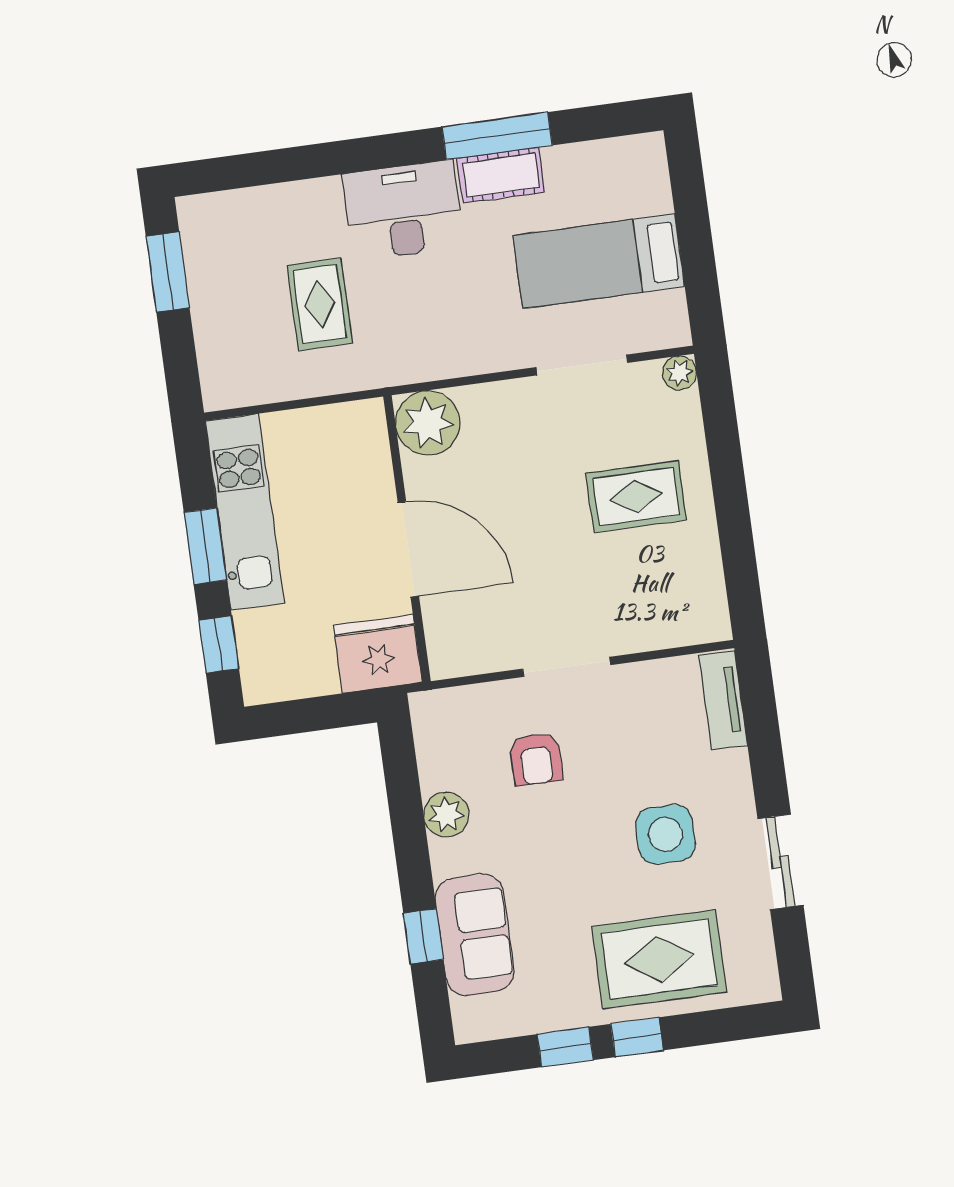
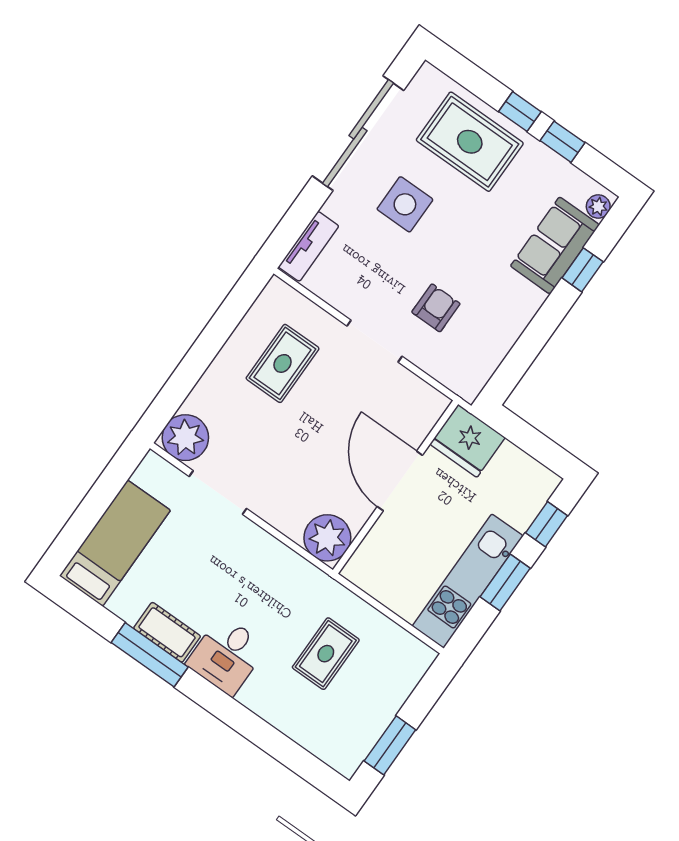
desk: (403, 210) -> (227, 655), width x0.73
bed: (599, 261) -> (115, 543), moved, turned -90
plant: (679, 373) -> (185, 438), width x1.88, depth x1.88
rug: (636, 497) -> (283, 363), moved, turned 90
plant: (446, 815) -> (598, 206), moved, width x0.73, depth x0.73
sliding door: (780, 862) -> (358, 133), width x1.86

